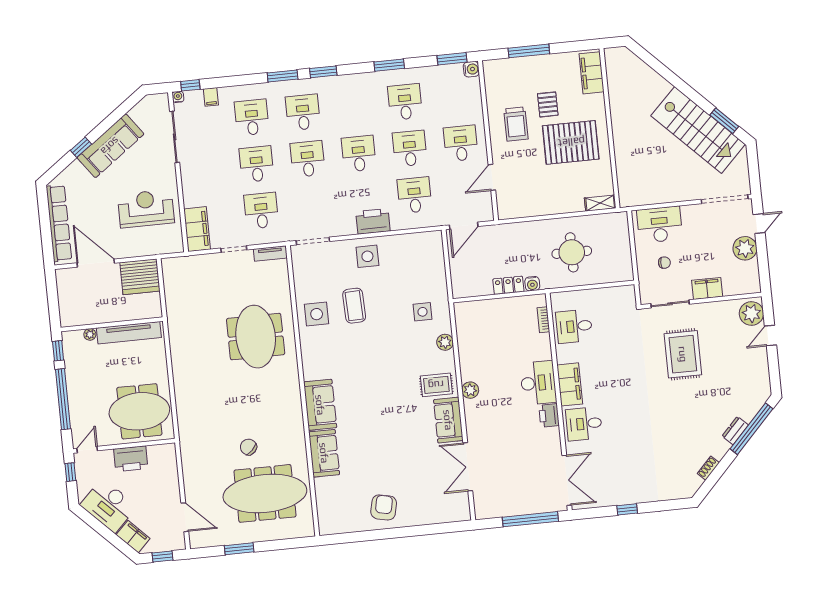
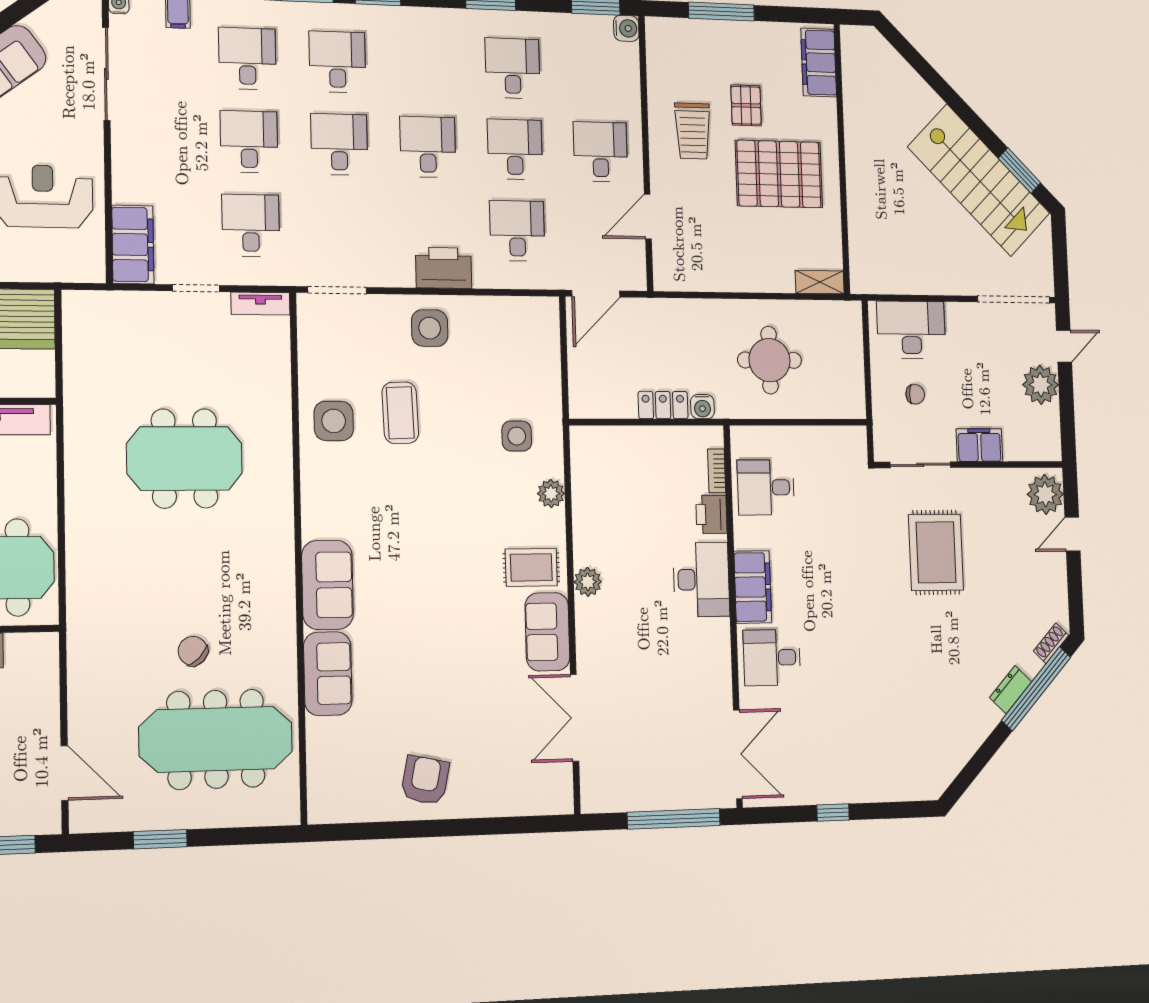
meeting table: (256, 337) -> (184, 458), moved, turned 90
printer: (549, 415) -> (711, 514), moved
shoe rack: (708, 468) -> (1051, 643), moved

